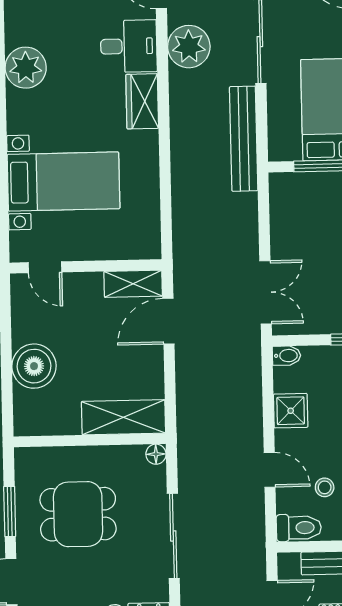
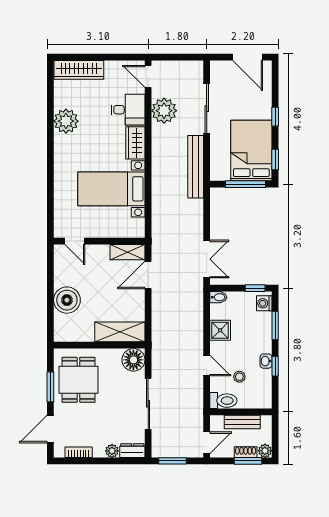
bed with nightstands: (64, 182) -> (111, 189), moved, turned 180
floor lamp: (156, 454) -> (133, 360), width x1.89, depth x1.89
dining table: (78, 514) -> (78, 380), moved, turned 90

